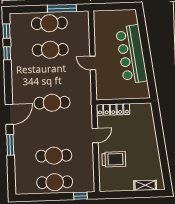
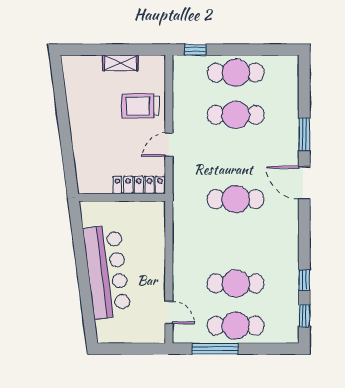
door: (93, 63) -> (169, 313), moved
door: (9, 114) -> (304, 183), hinge flipped
shelving: (145, 185) -> (120, 63), moved

